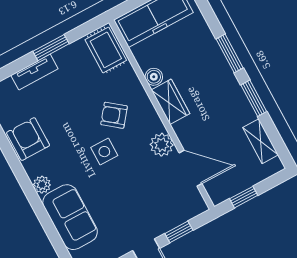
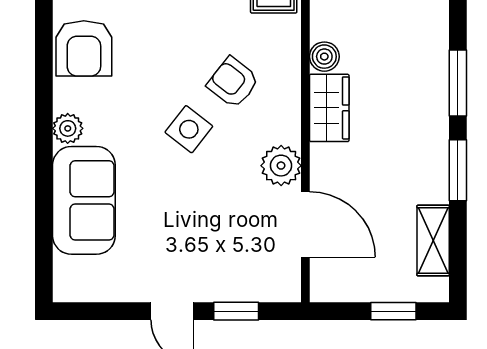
armchair: (28, 139) -> (84, 48), turned 180
side table: (104, 152) -> (189, 129), turned 38
window: (244, 197) -> (393, 311), moved

